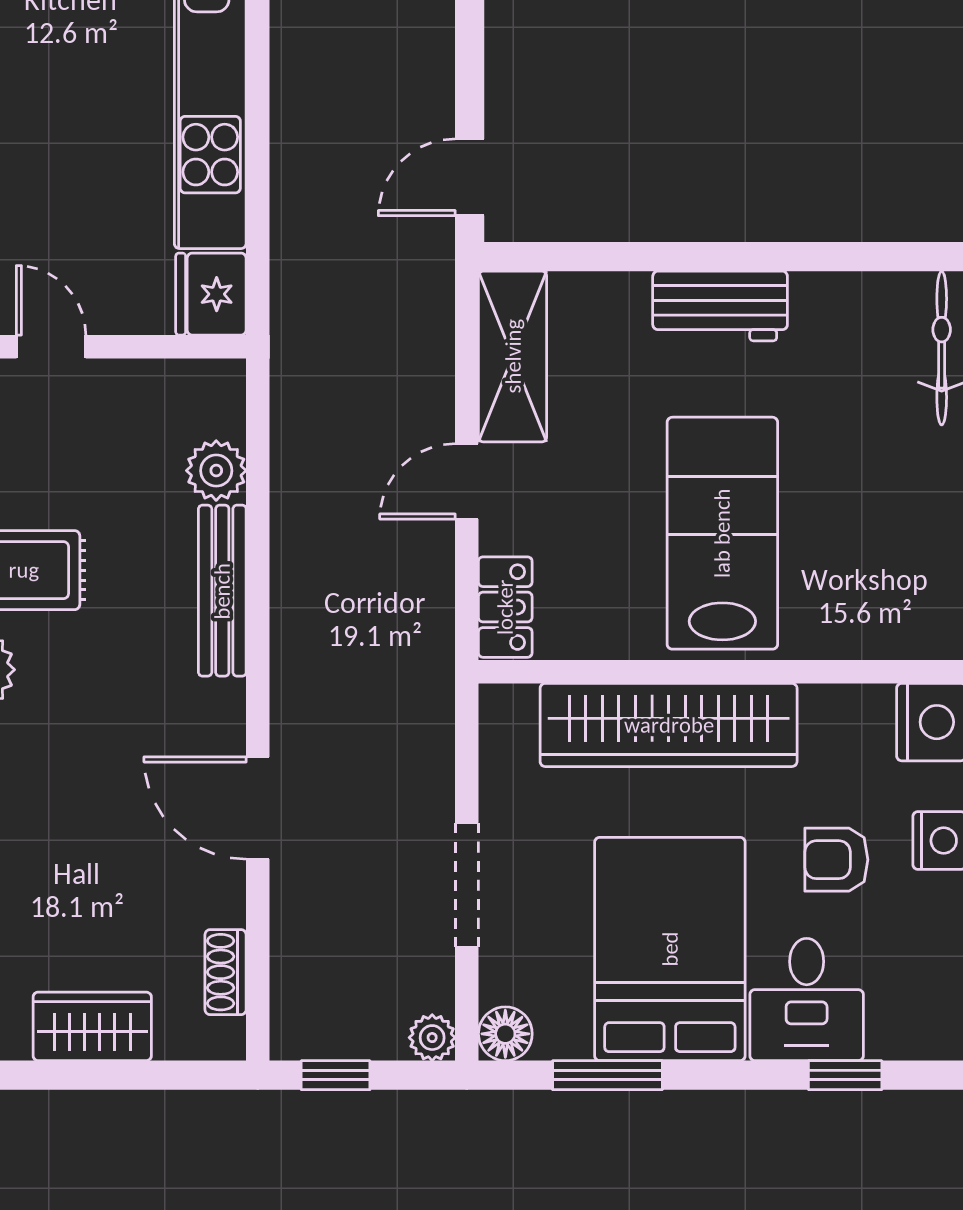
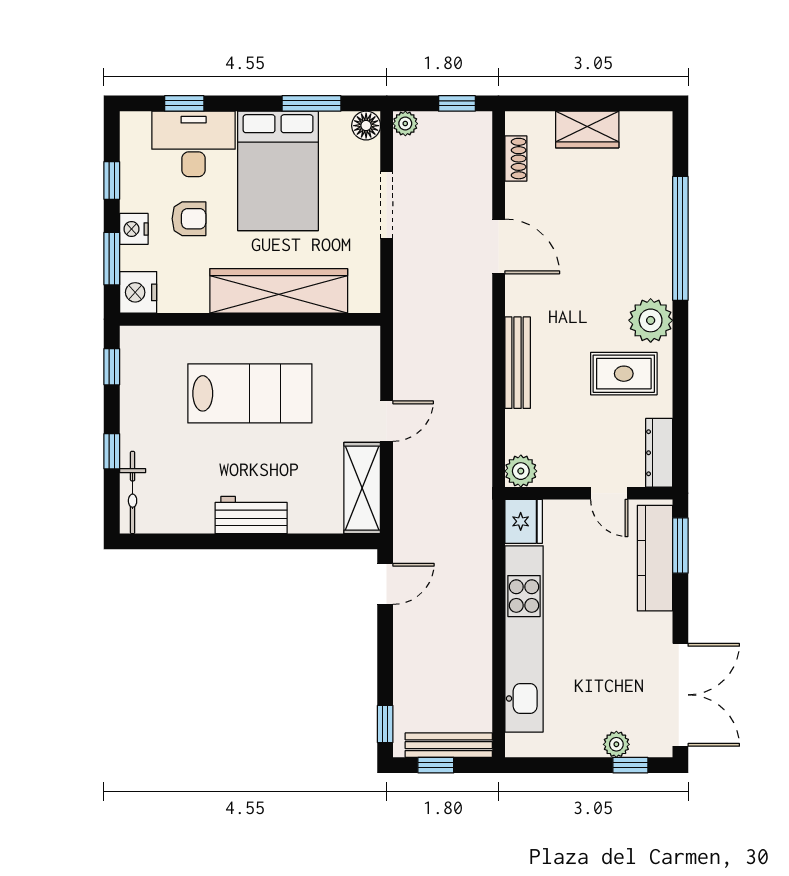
plant: (216, 471) -> (521, 471), moved
lab bench: (722, 533) -> (250, 393), turned -90
locker: (505, 607) -> (366, 354), removed
desk: (807, 999) -> (194, 144), width x1.37

